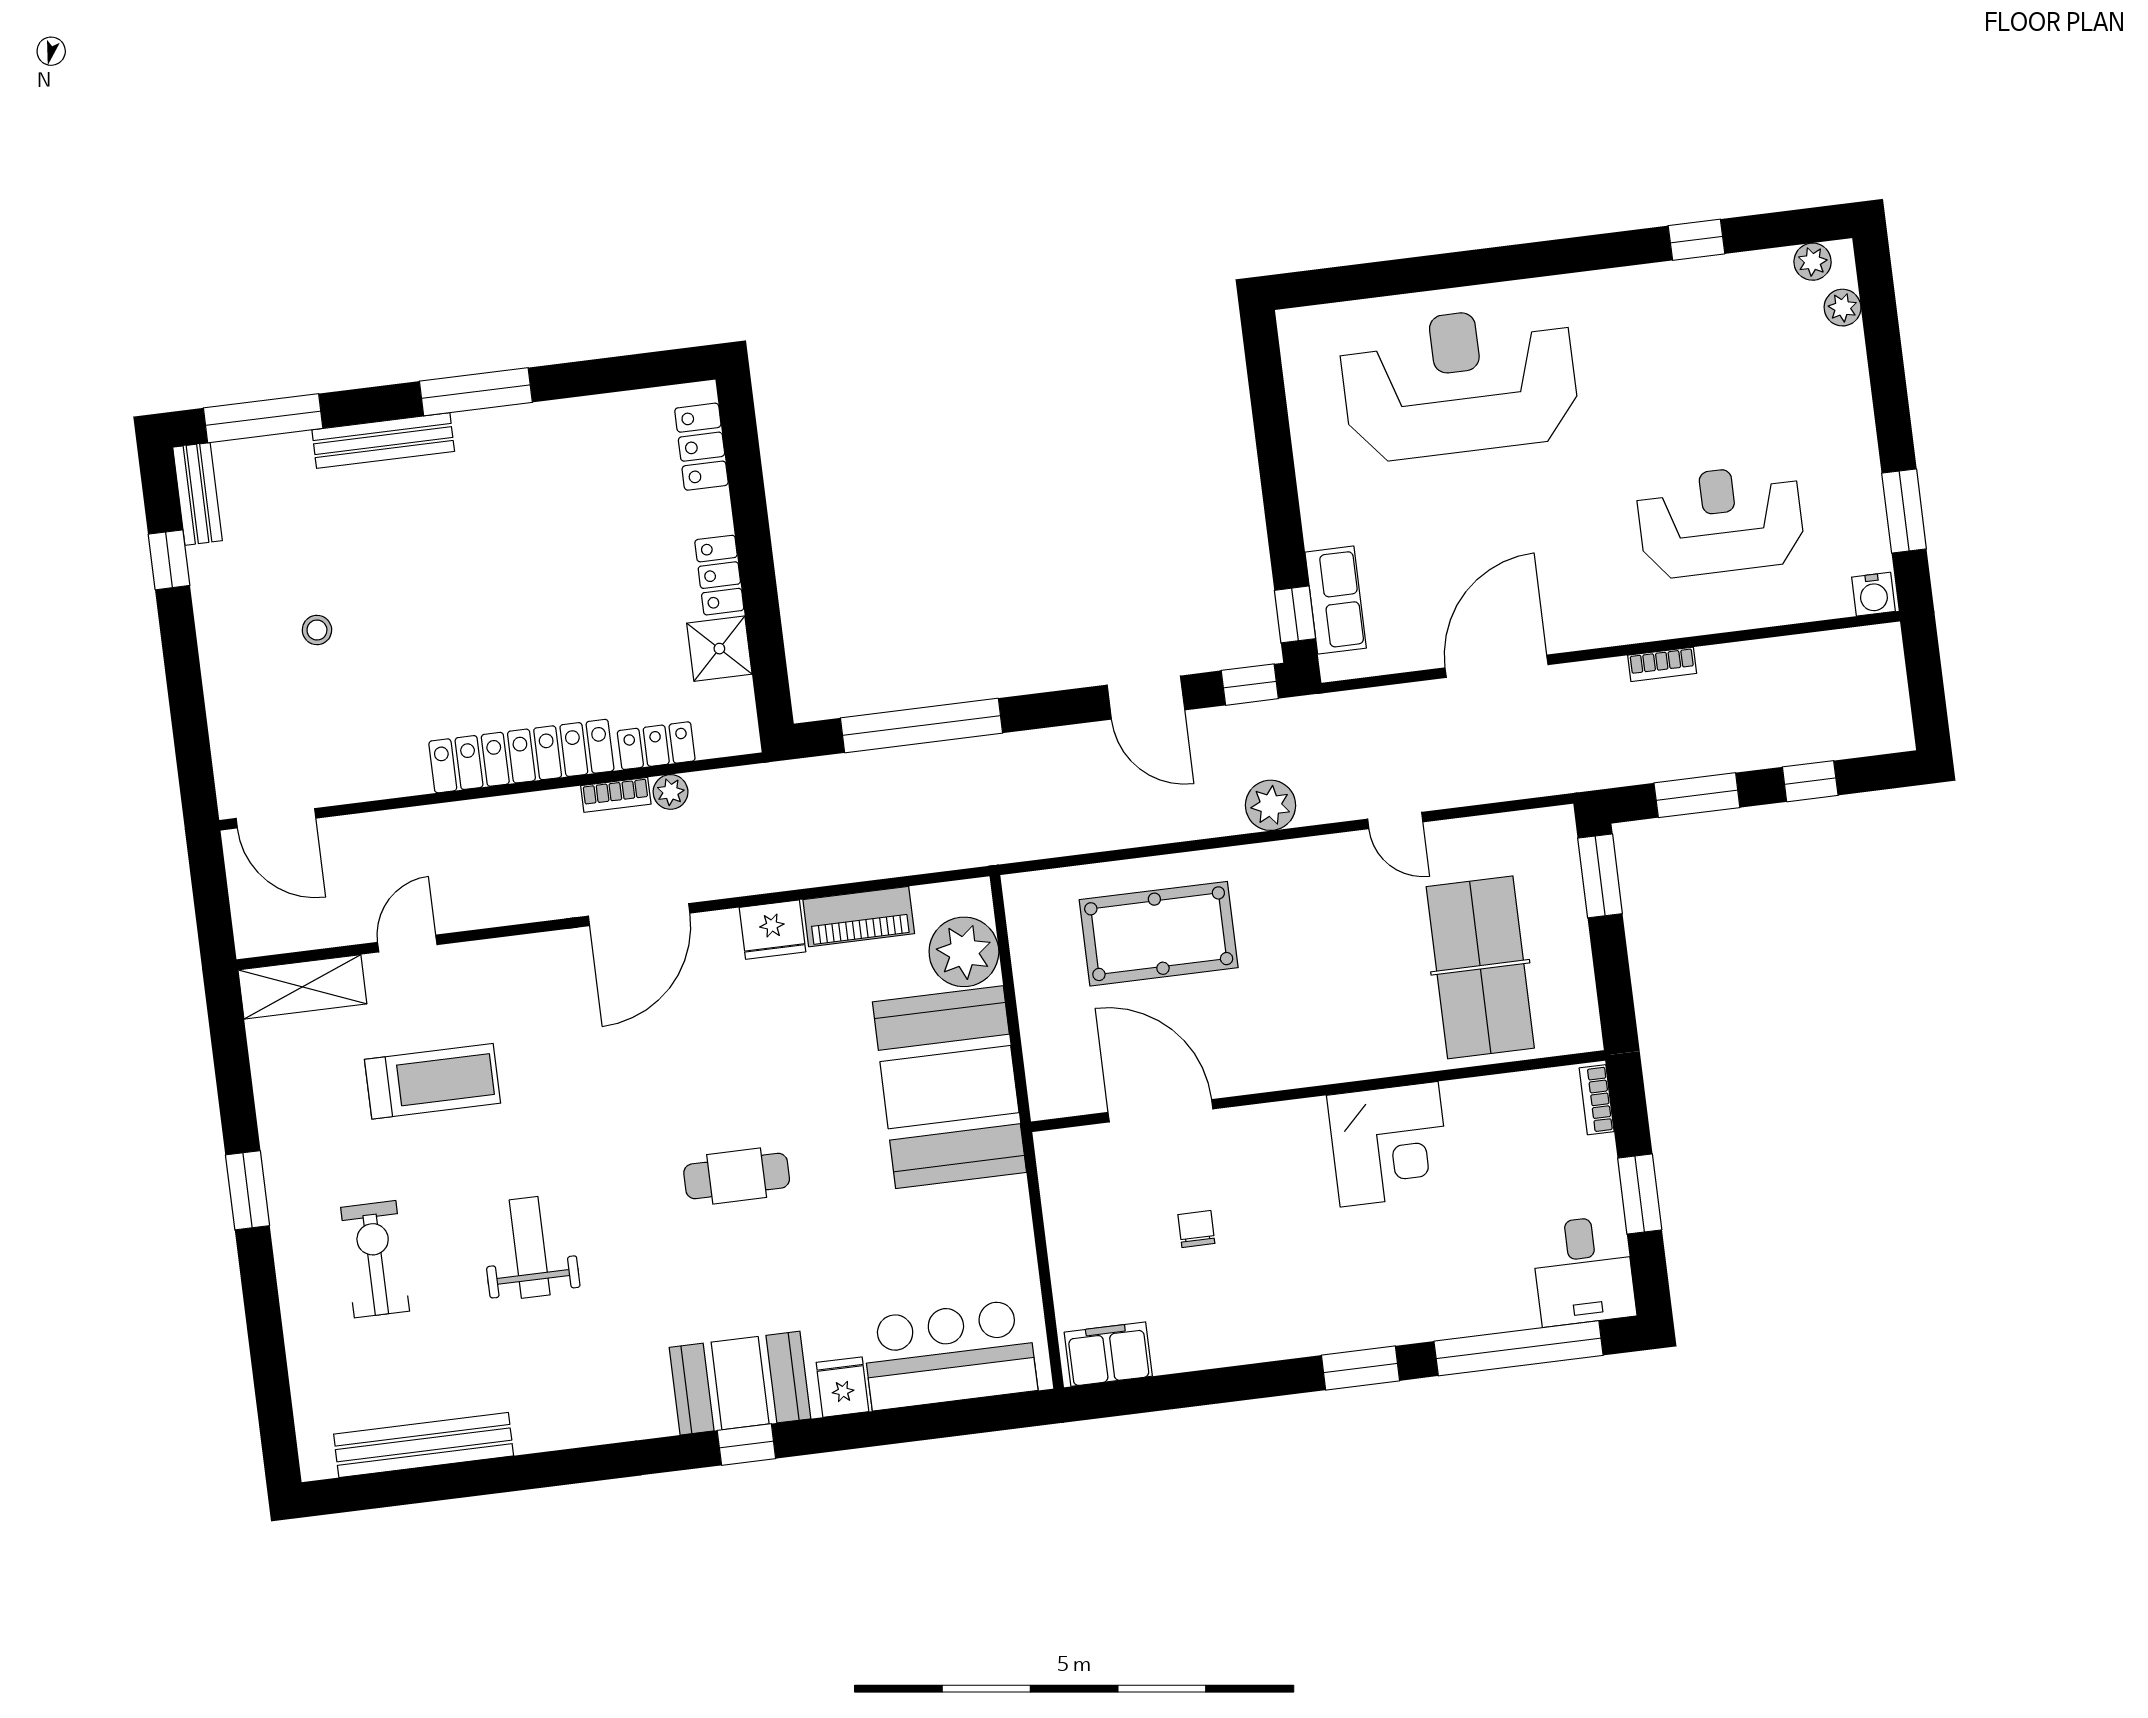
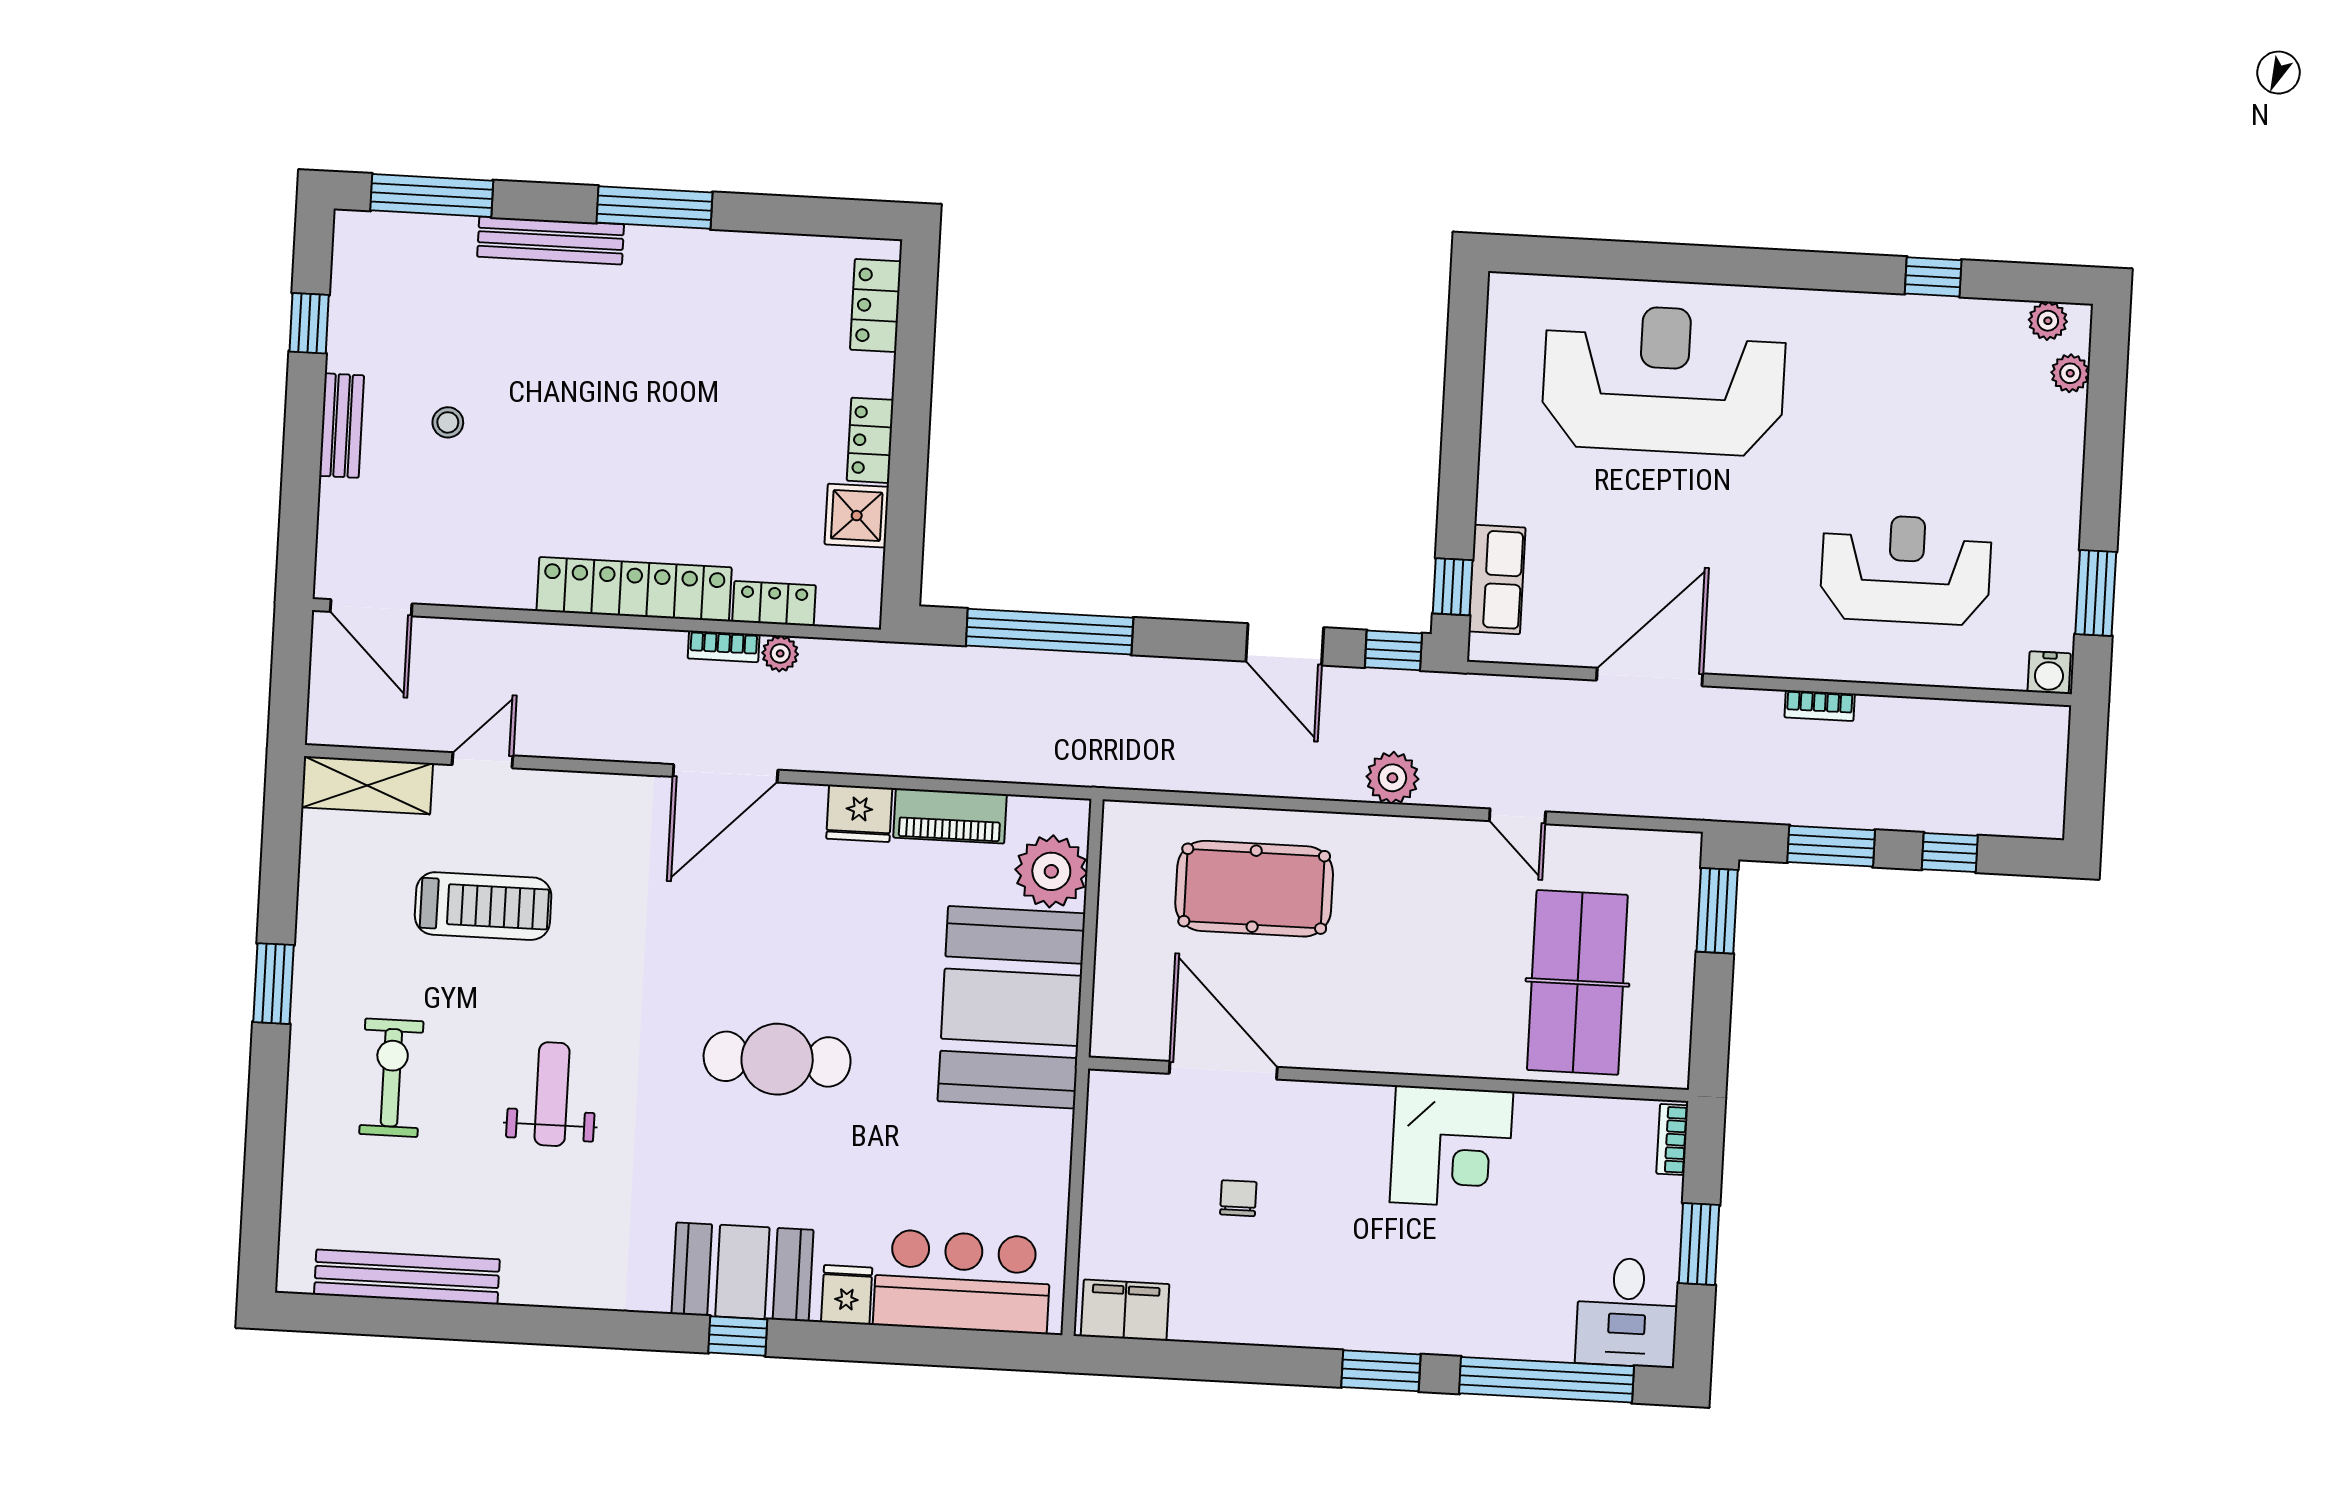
bench: (198, 494) -> (342, 426), moved
cafe table: (737, 1176) -> (777, 1059), width x1.37, depth x1.35

